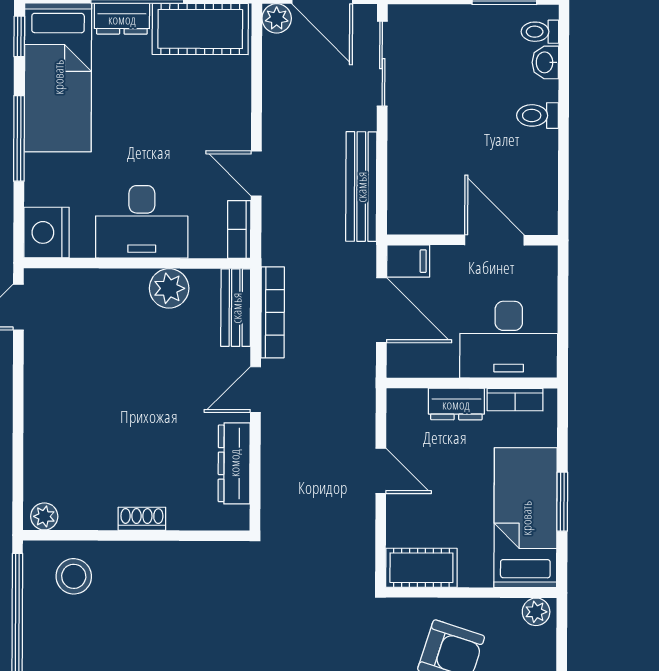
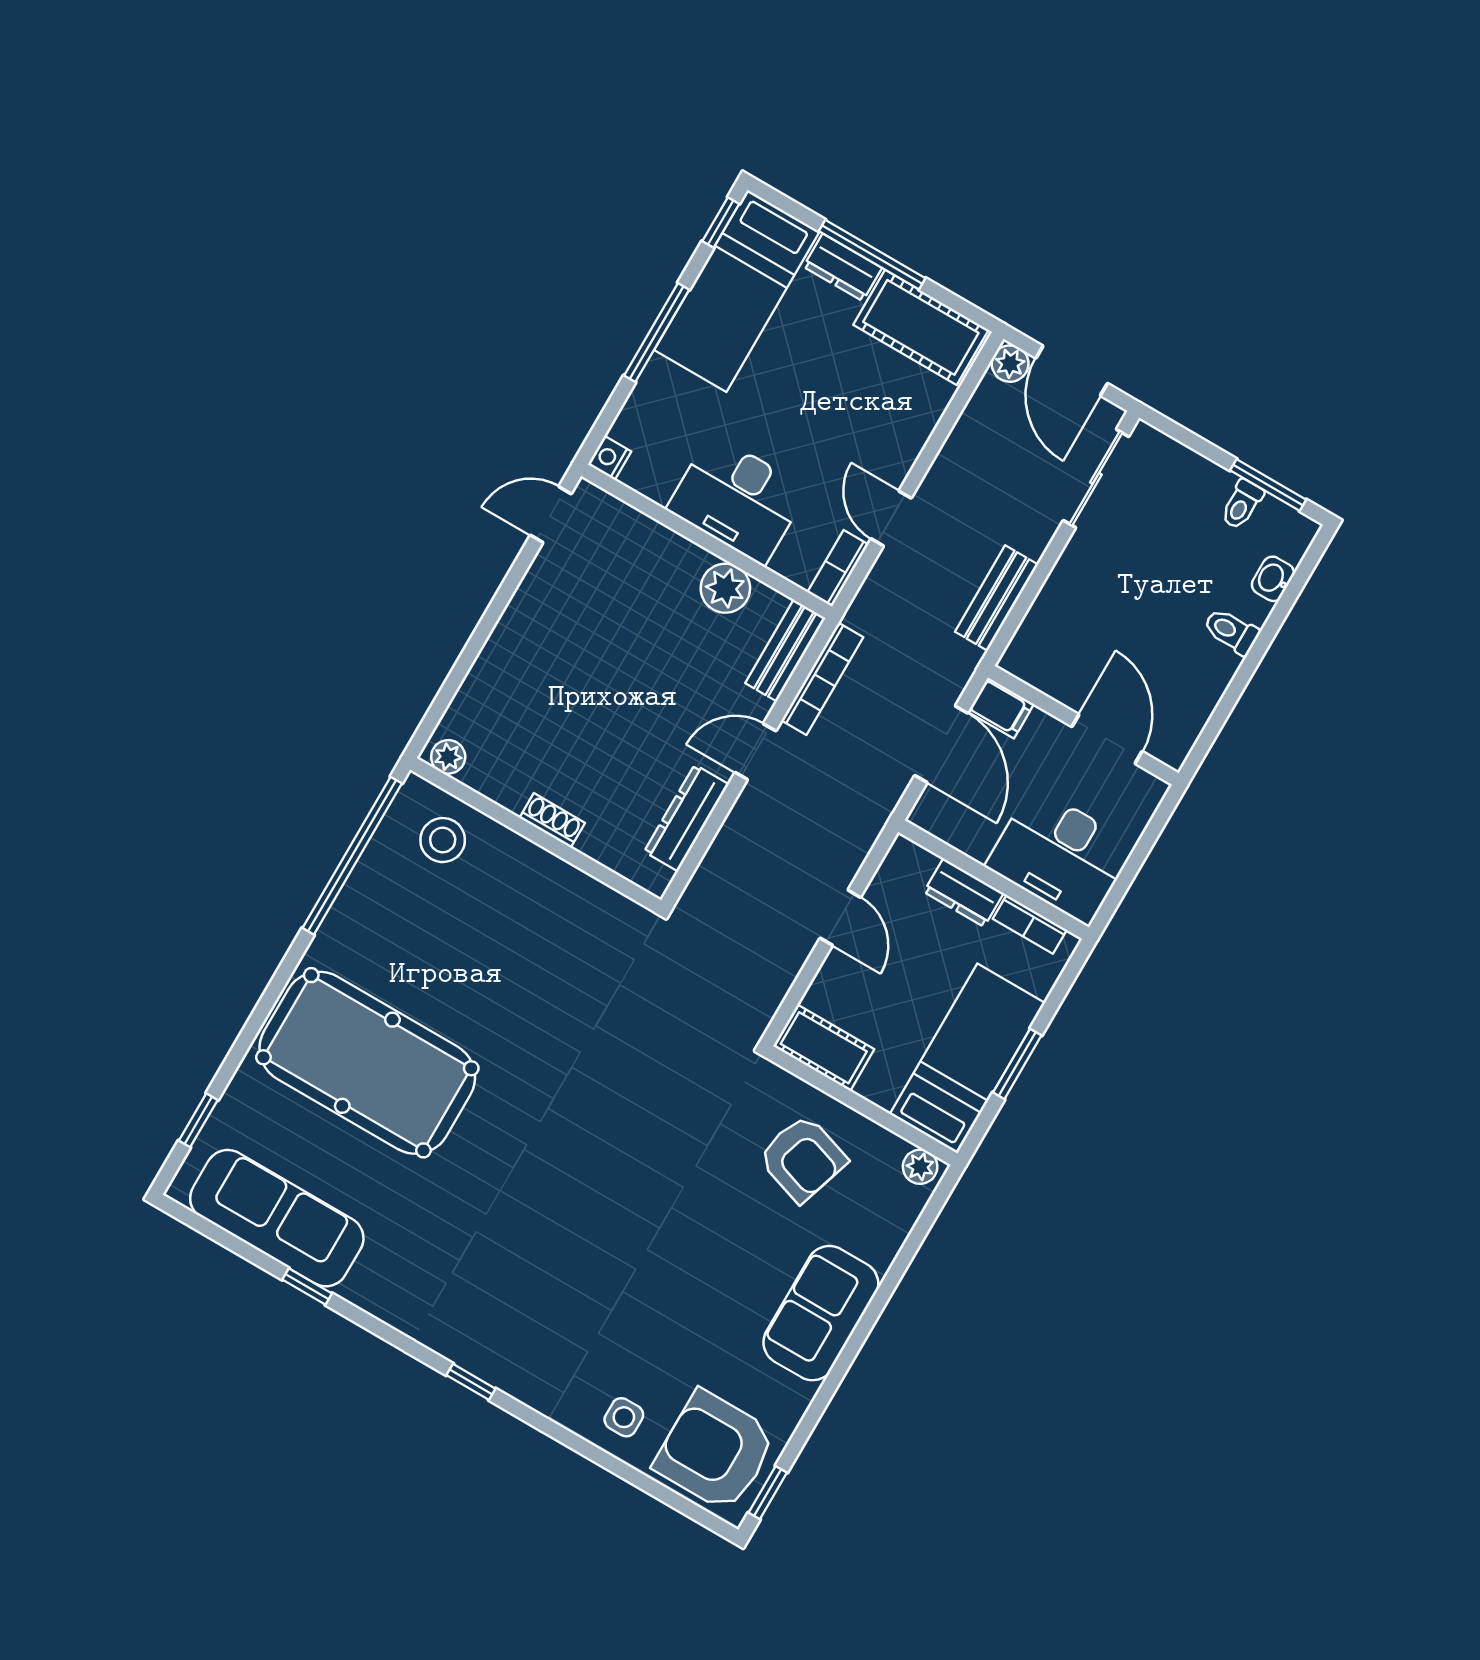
toilet: (540, 32) -> (1242, 504), moved, turned -90
bench: (361, 187) -> (997, 598), width x0.73
nightstand: (46, 232) -> (609, 458), width x0.53, depth x0.56

